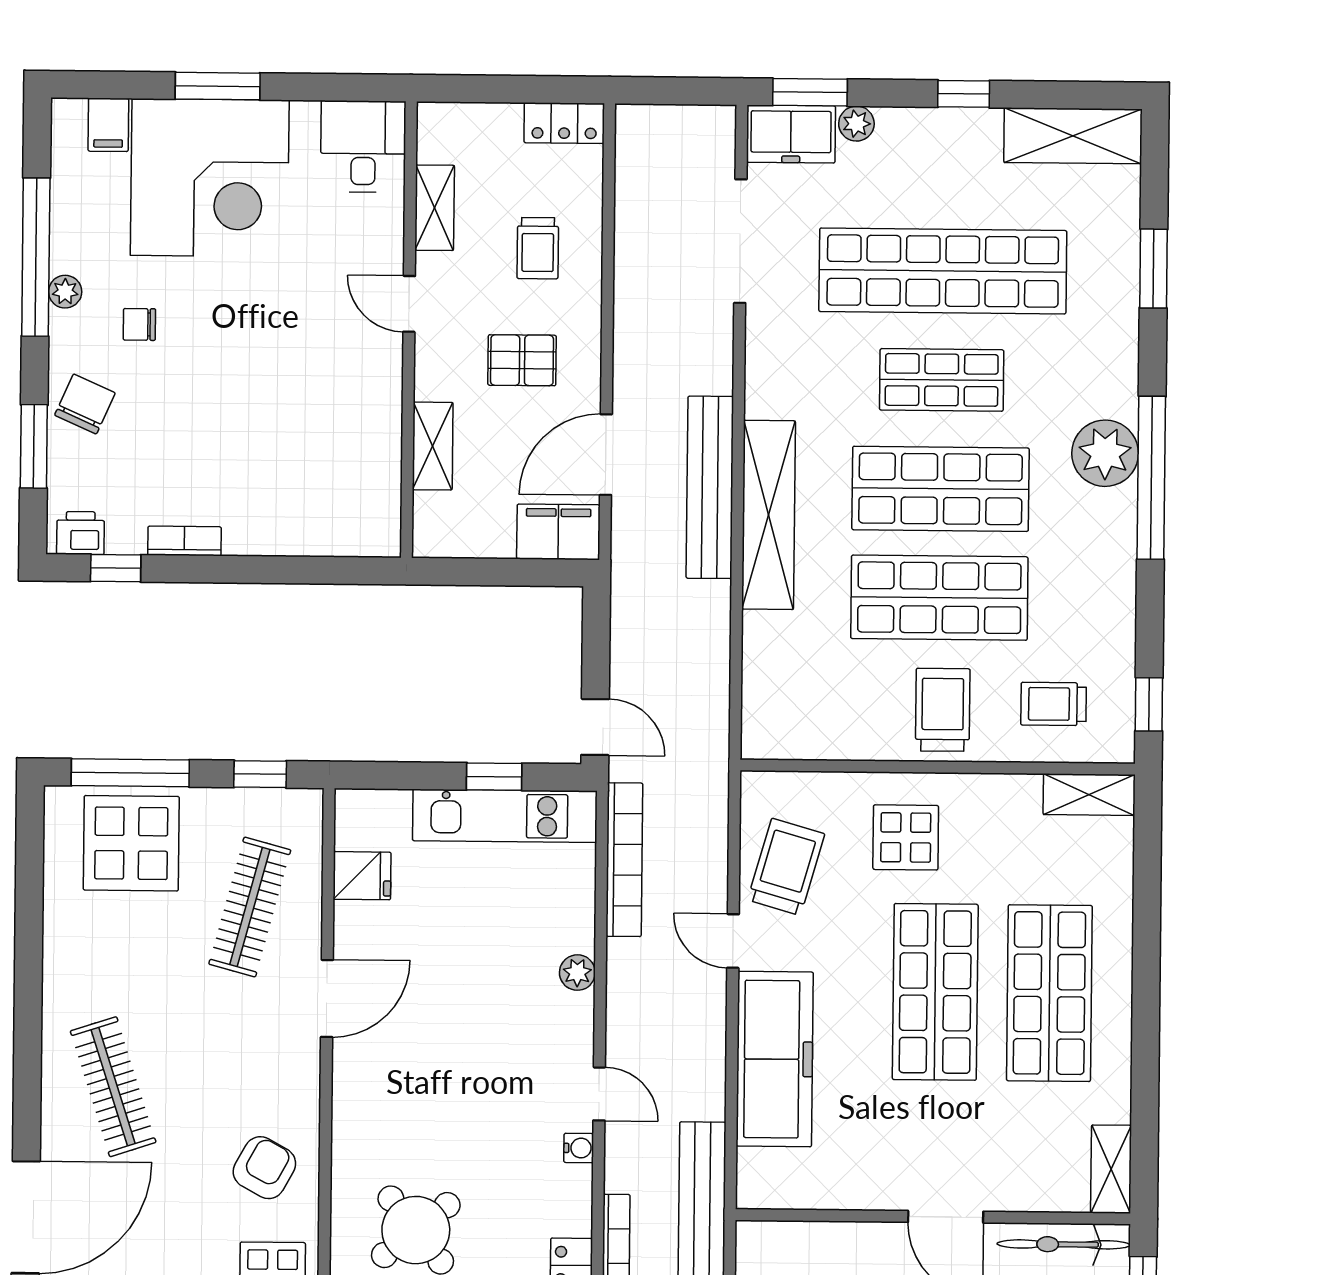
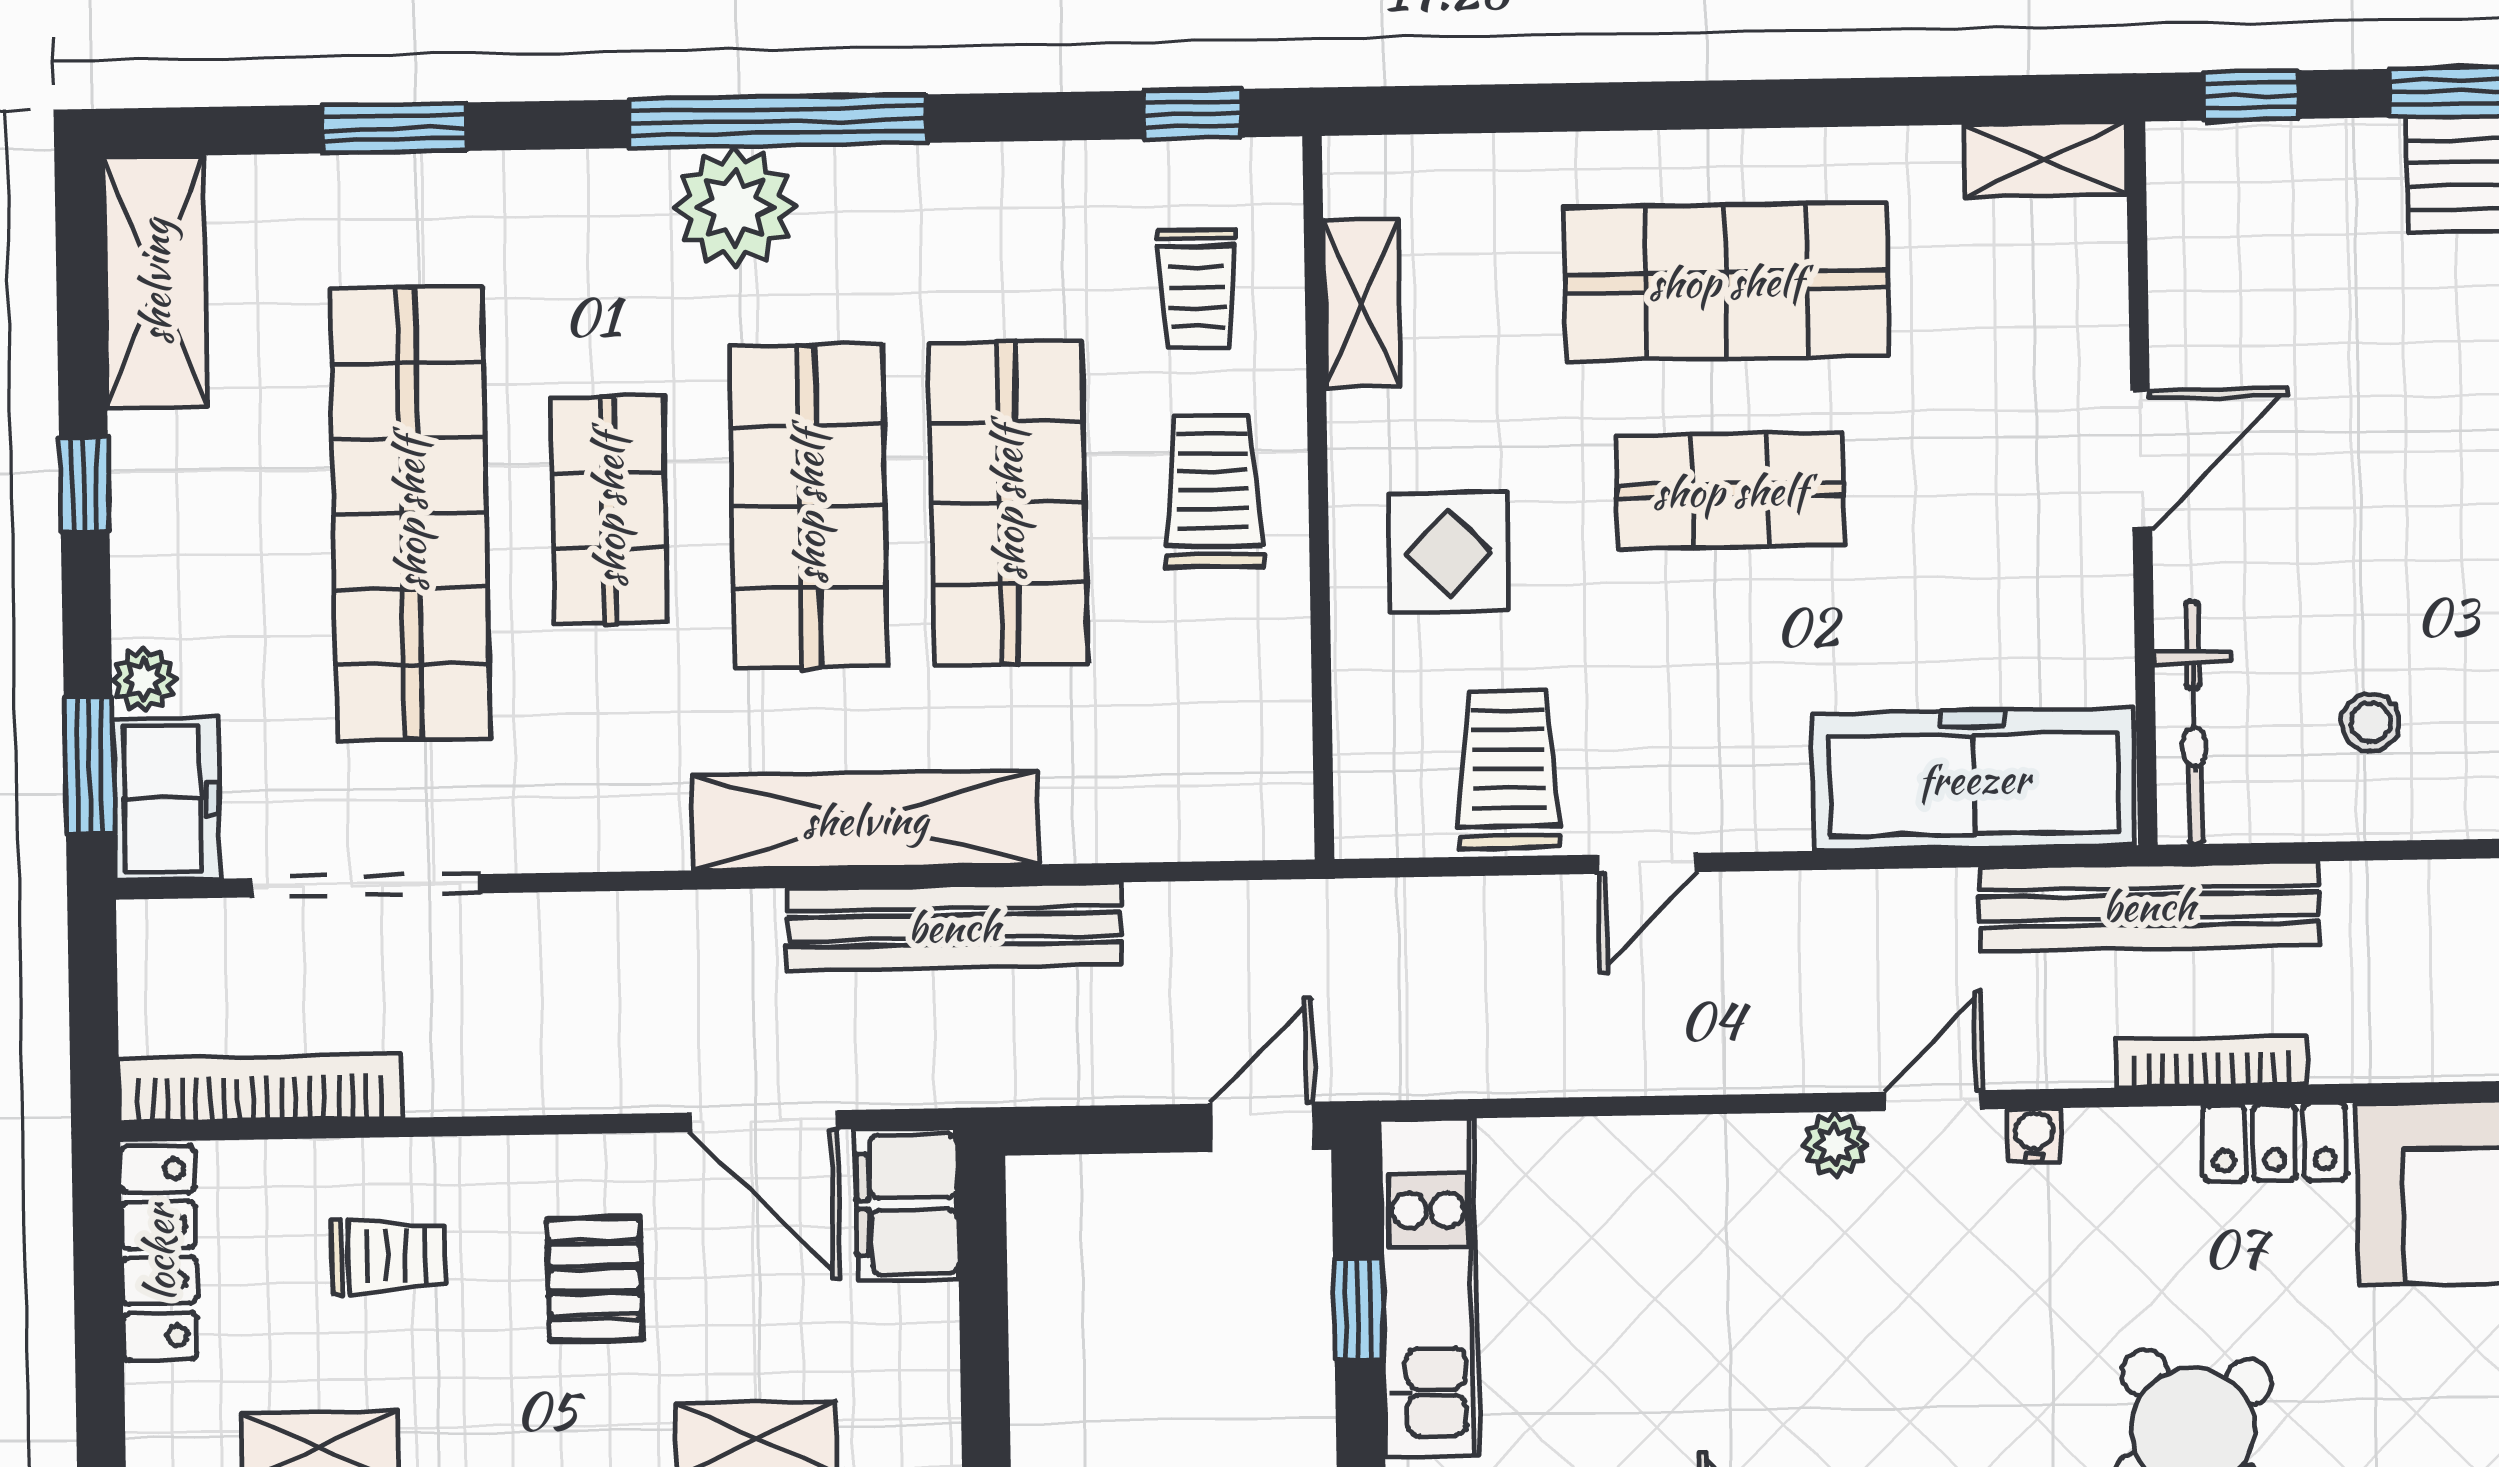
locker: (564, 123) -> (159, 1253), width x1.53
bench: (710, 487) -> (954, 927), moved
trolley: (943, 710) -> (1213, 491), turned 90
shelving: (1089, 795) -> (1362, 303), moved
bookcase: (624, 860) -> (260, 1088), moved
trolley: (786, 867) -> (1509, 770), turned 74
plant: (577, 973) -> (1835, 1145), moved
shop shelf: (935, 992) -> (1730, 491), width x0.70, depth x0.74
freezer: (775, 1059) -> (1974, 779), moved
bicycle: (1064, 1244) -> (2194, 722), moved

